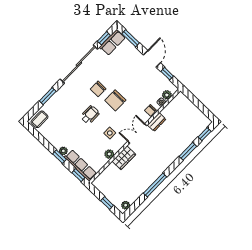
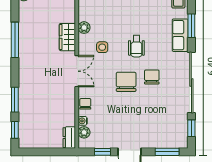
row of seats: (112, 42) -> (180, 35), moved
dresser: (157, 122) -> (69, 138), moved

